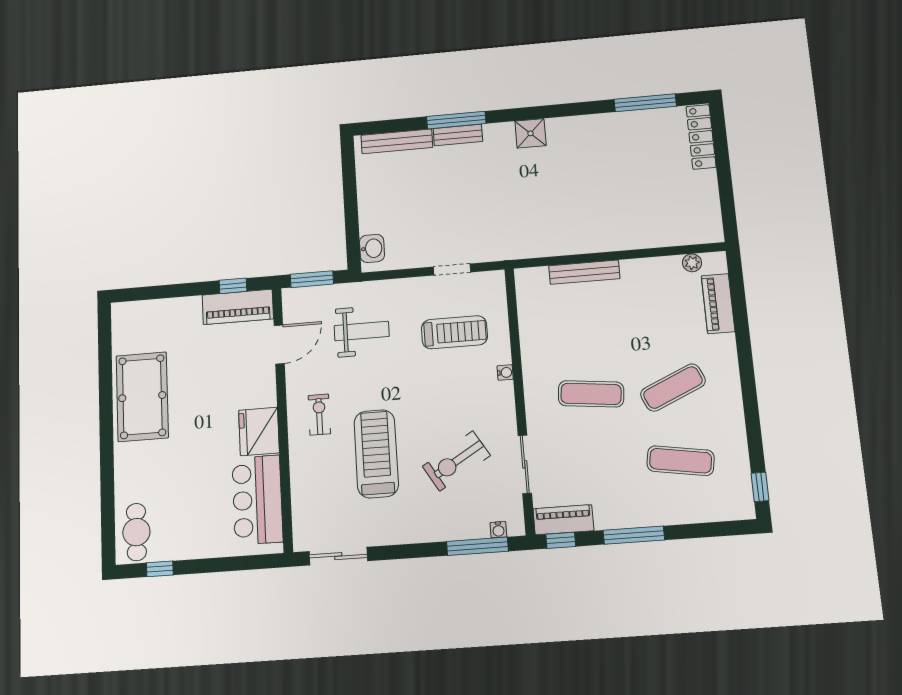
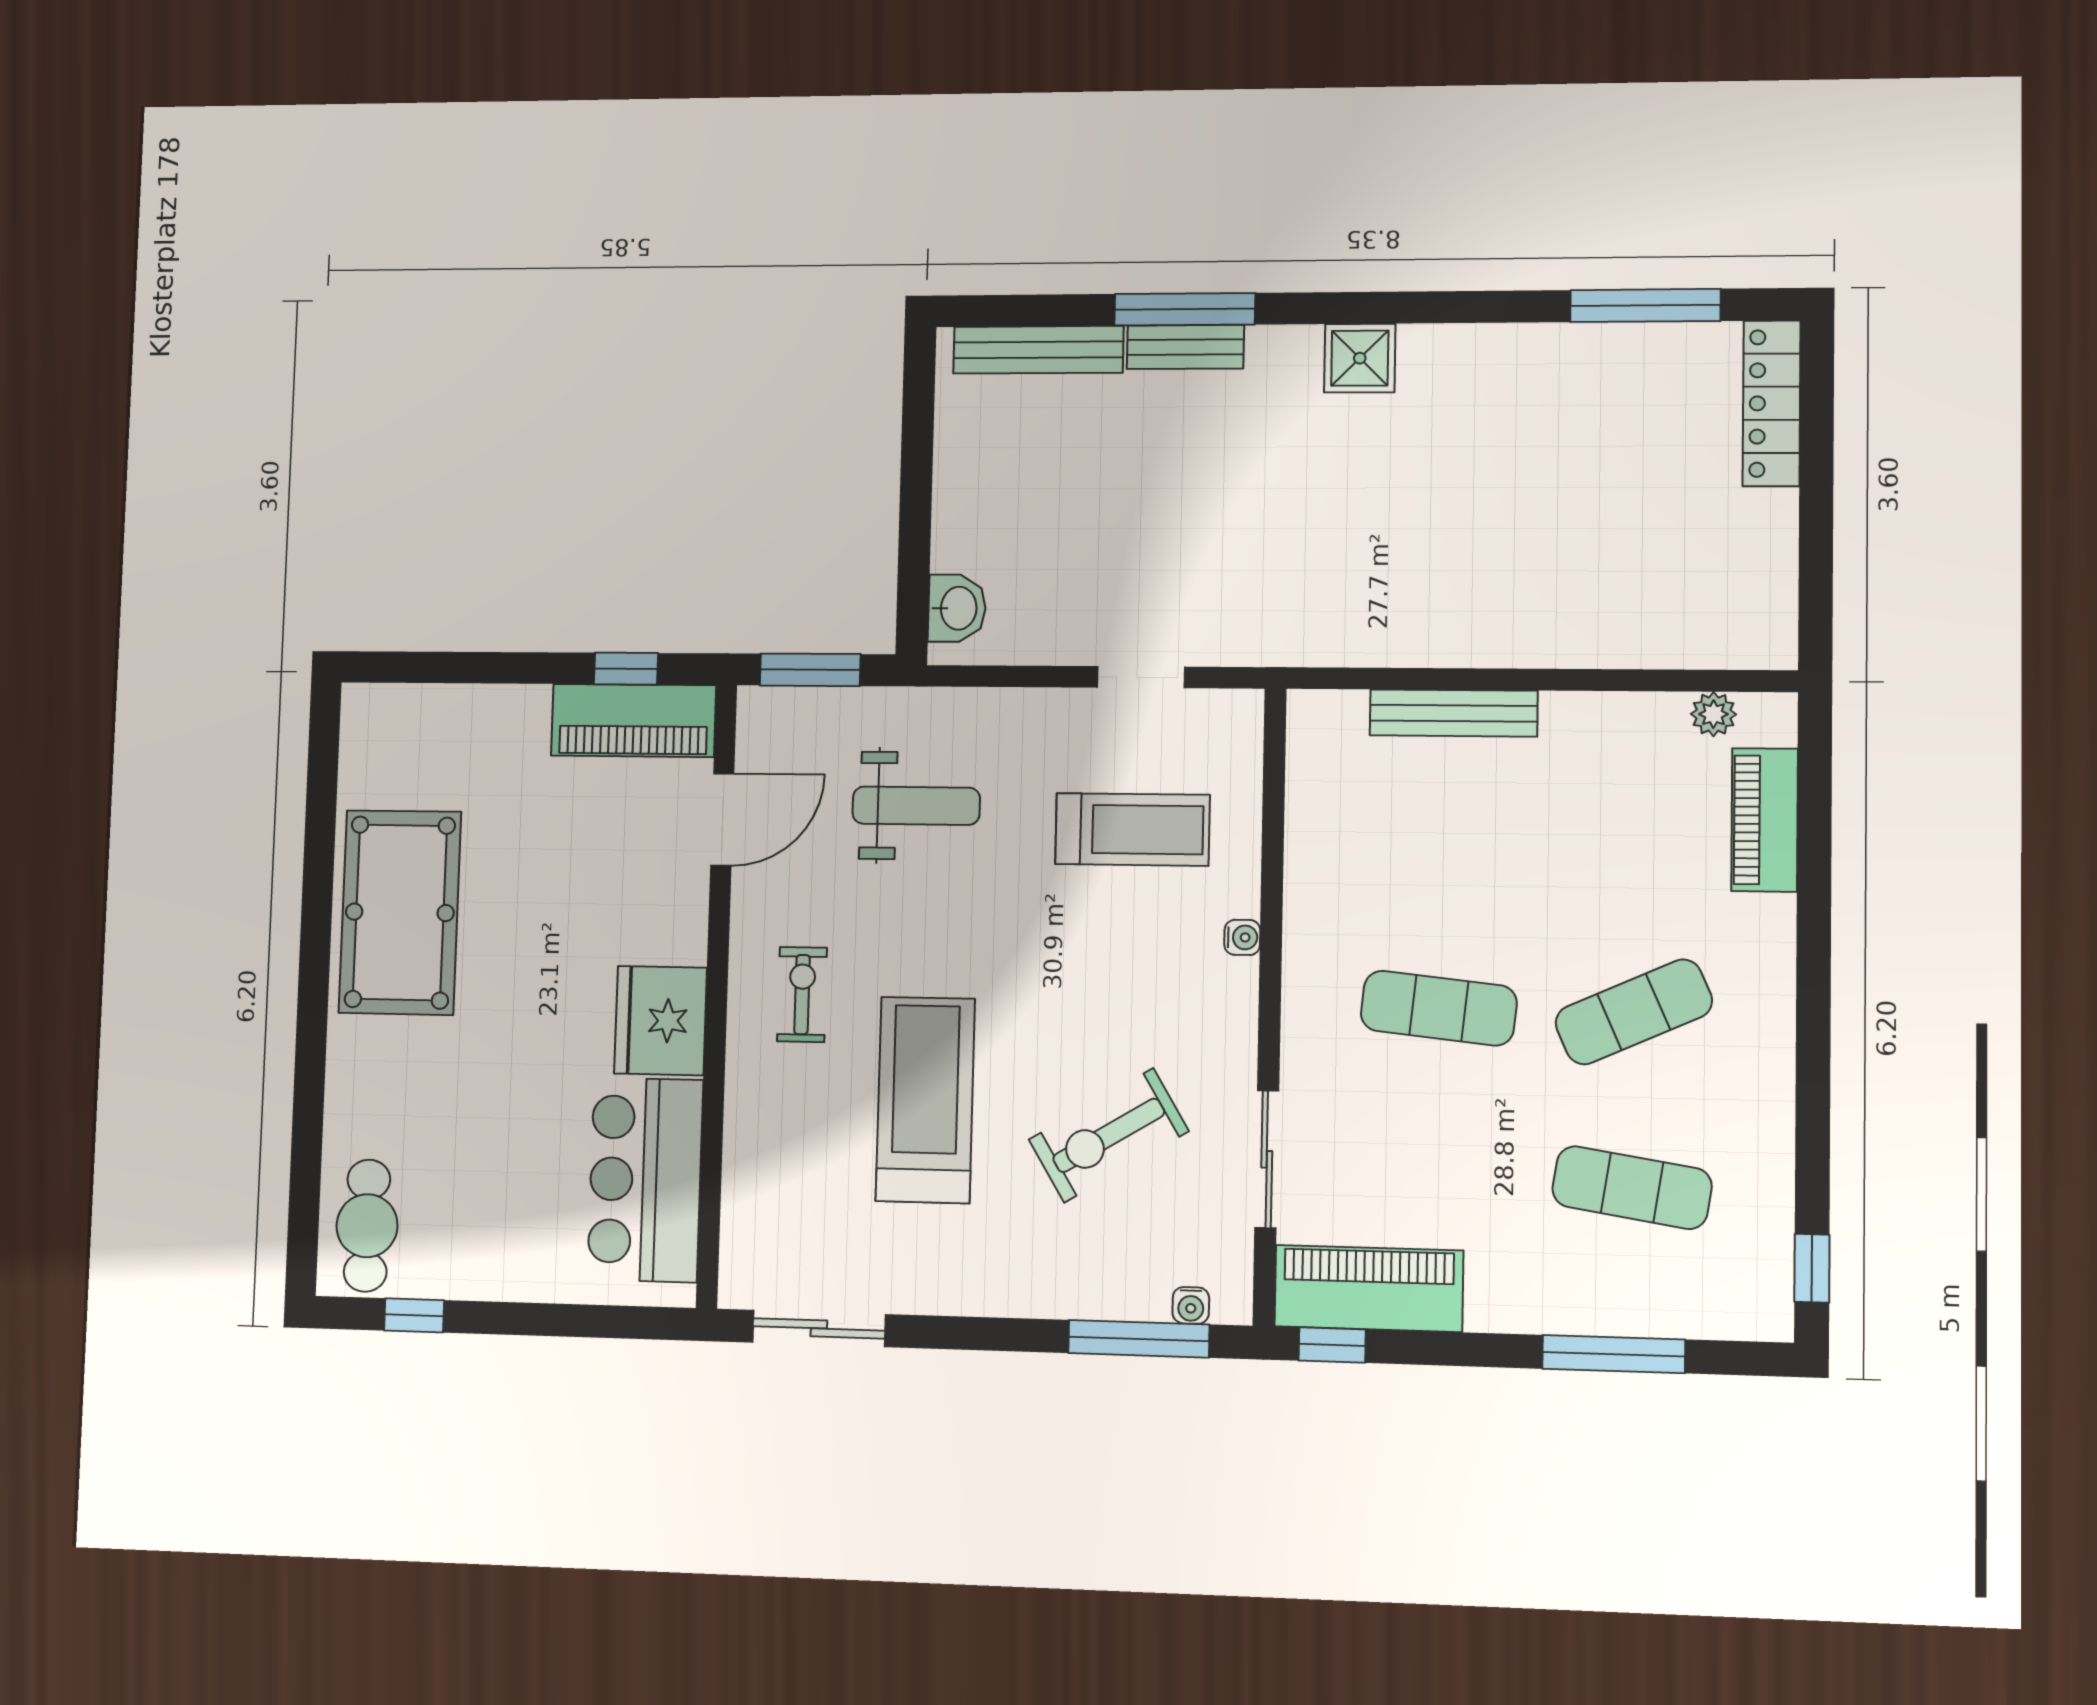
piano: (563, 520) -> (1369, 1288), width x1.37, depth x1.33
window: (634, 535) -> (1614, 1354), moved

